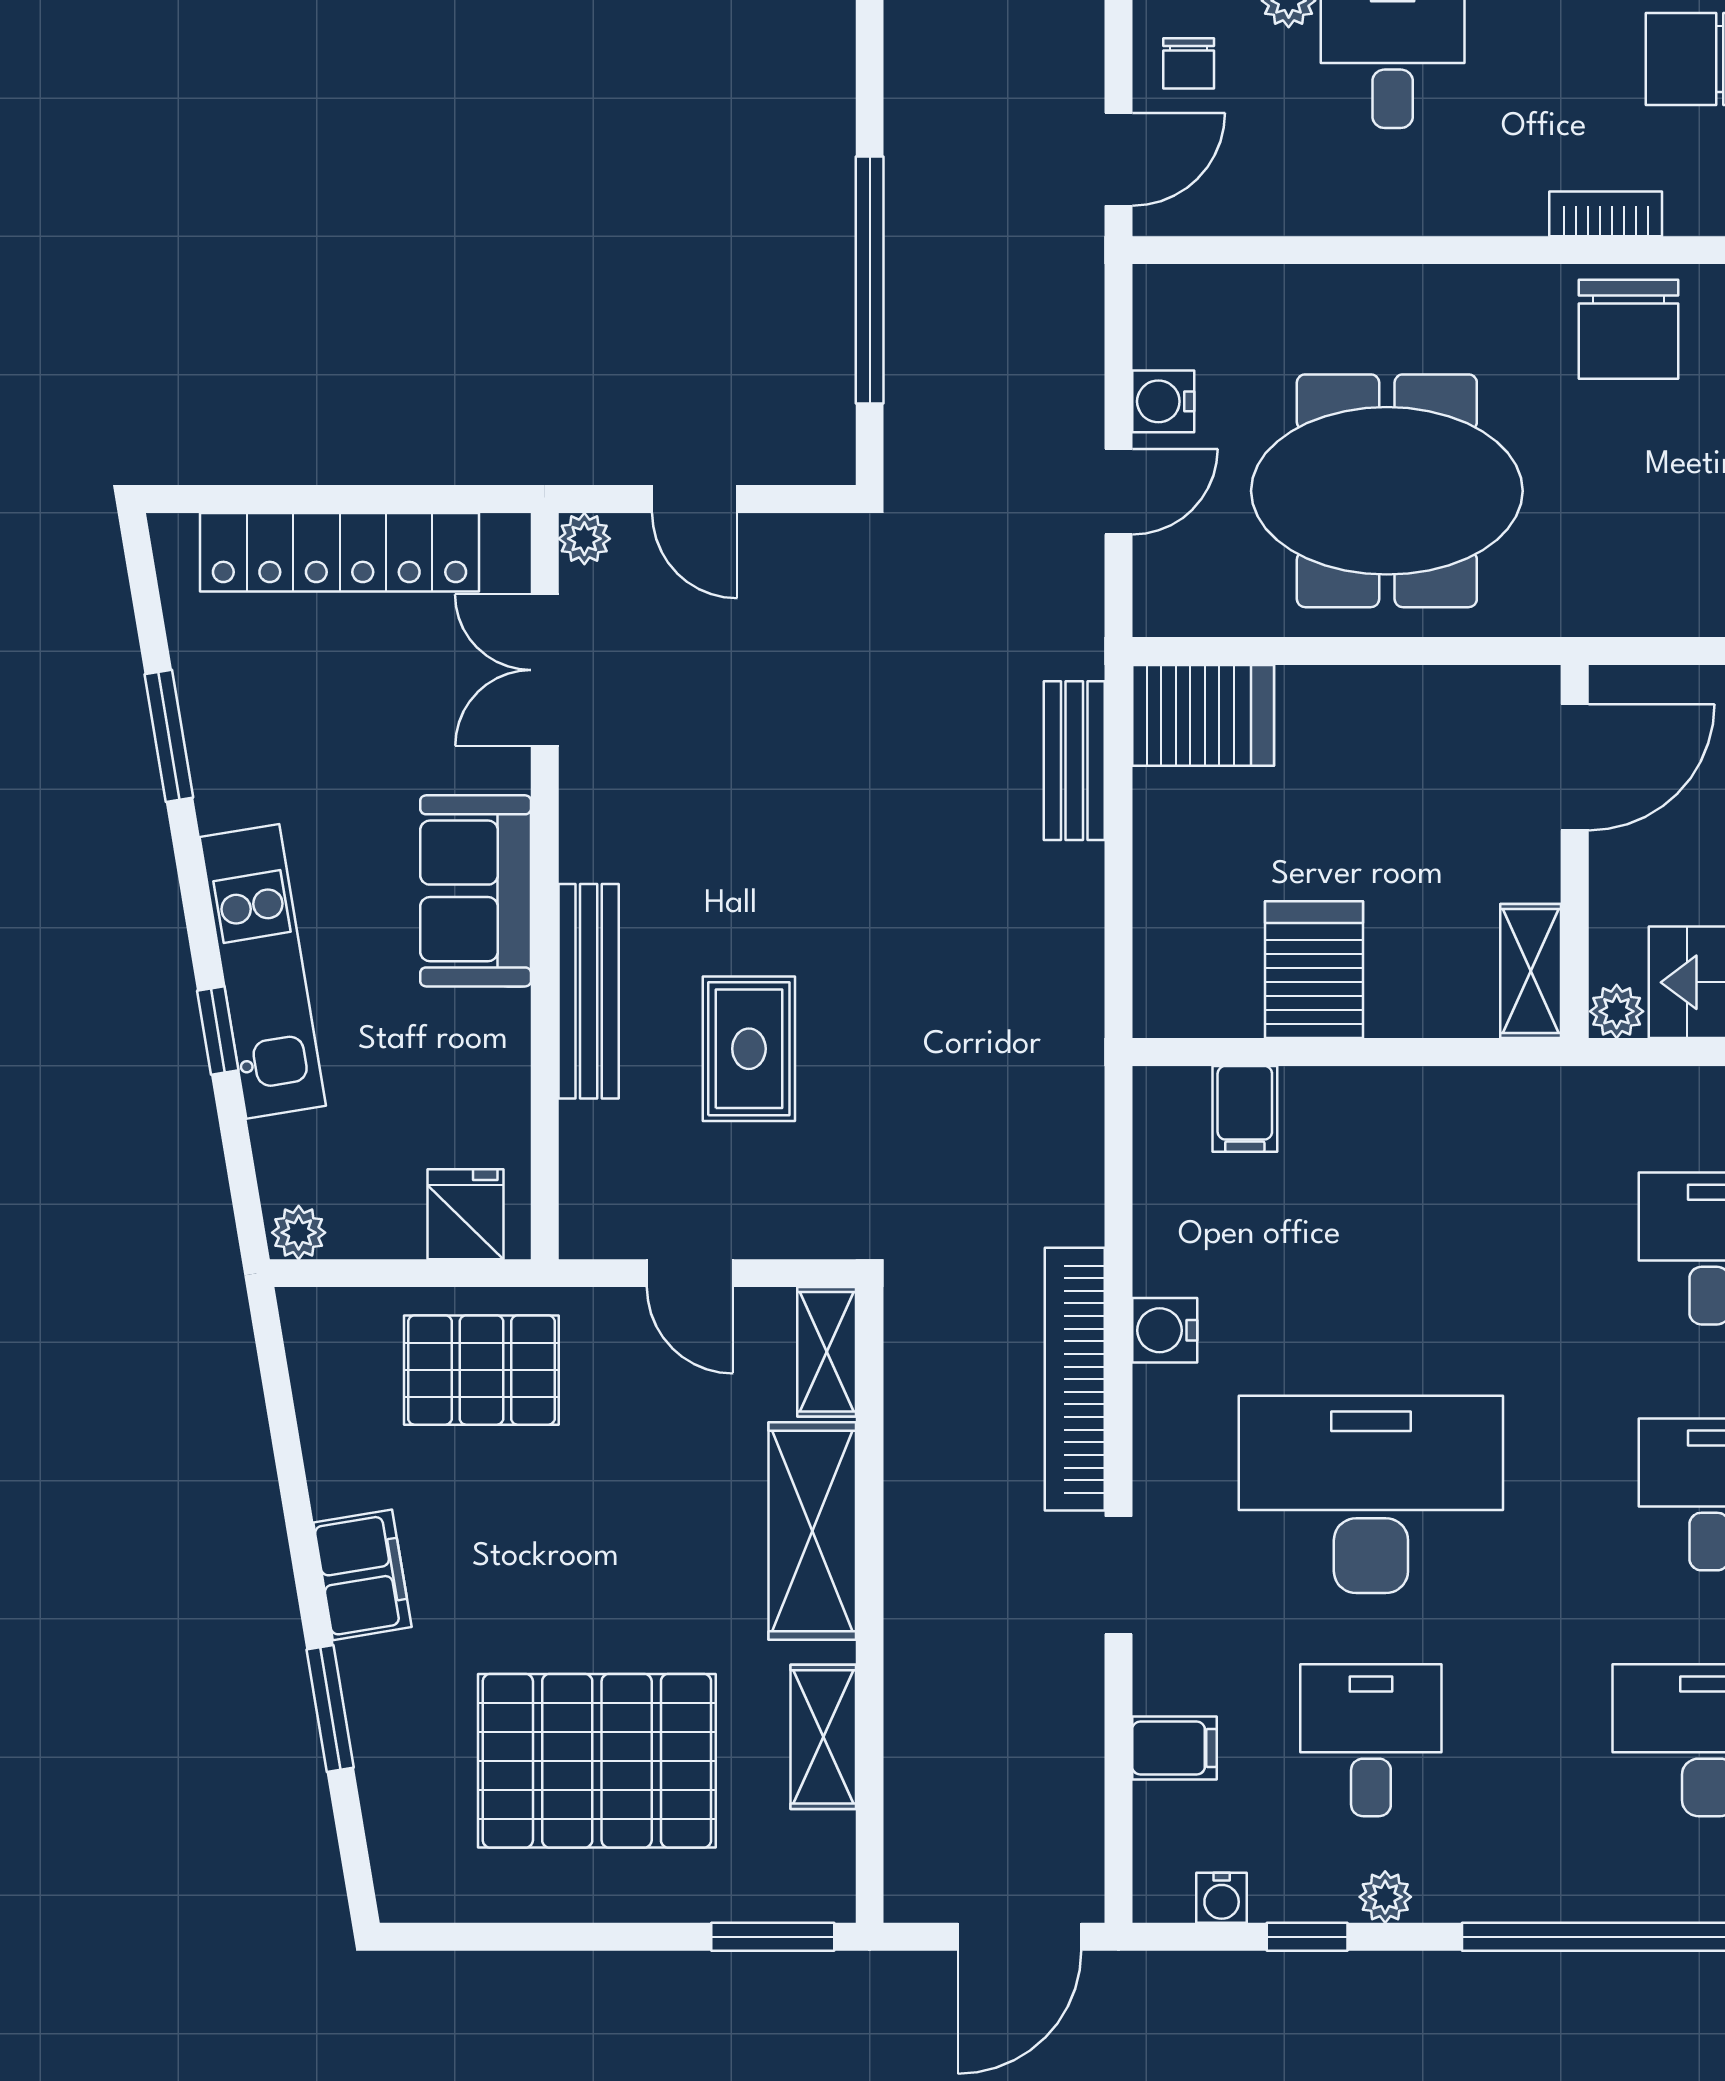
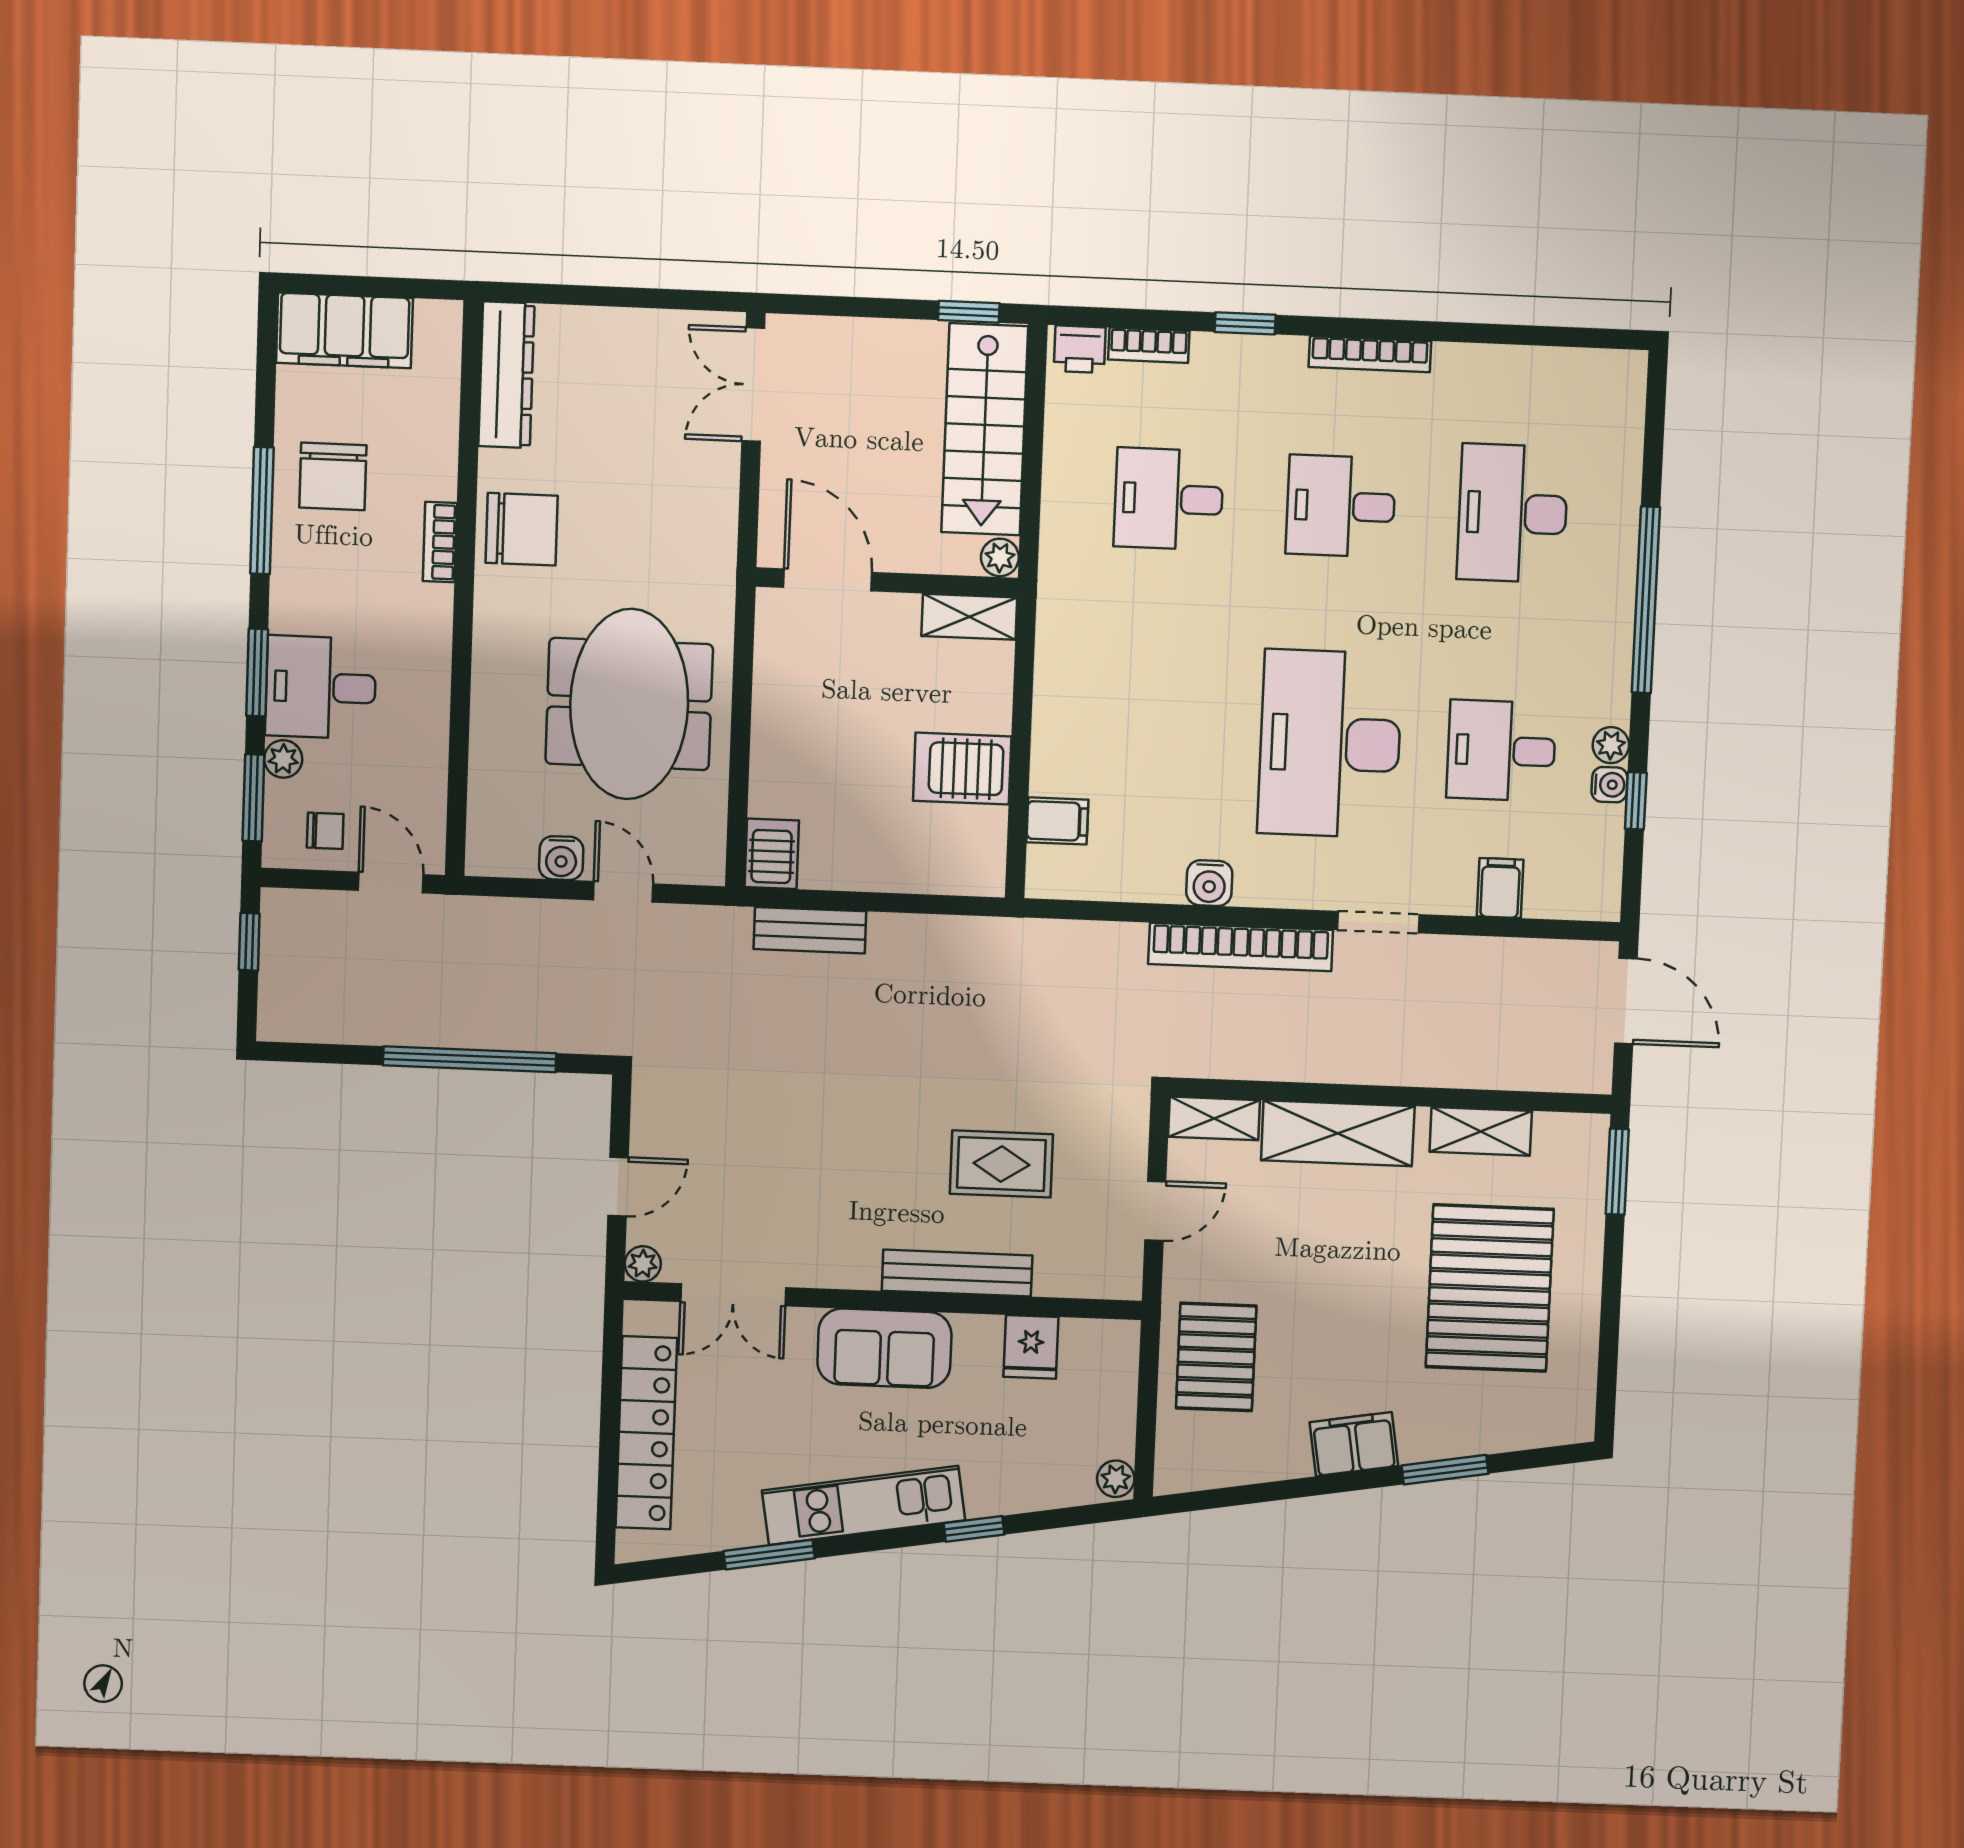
server rack: (1203, 715) -> (772, 854), width x0.73, depth x0.70
kitchen unit: (263, 971) -> (864, 1505), moved
fridge: (466, 1214) -> (1031, 1347), moved, turned -90
water cooler: (1222, 1898) -> (1609, 785), moved

